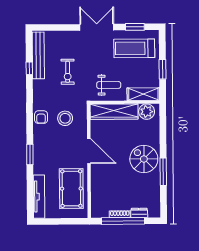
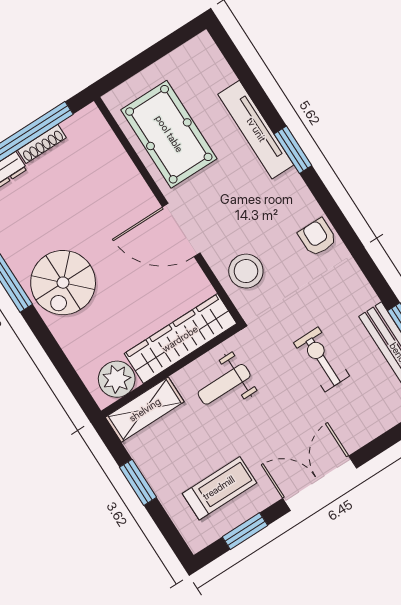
double door: (97, 27) -> (320, 483), swing flipped
treadmill: (134, 48) -> (219, 488), width x0.73, depth x0.73
stool: (65, 118) -> (246, 271), moved
spiral stairs: (144, 159) -> (63, 283), turned 90
tv unit: (39, 197) -> (256, 130), moved

